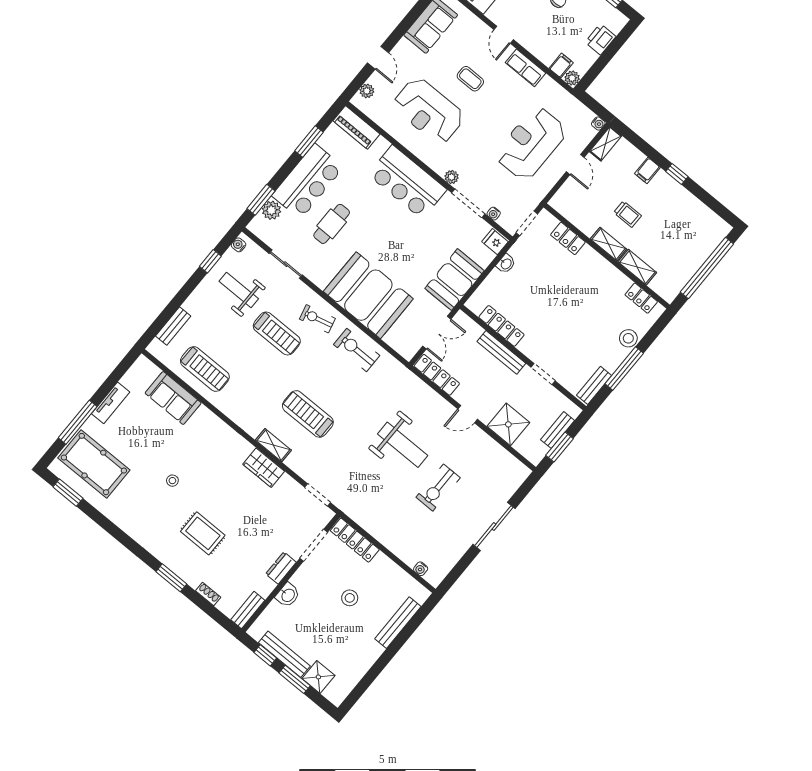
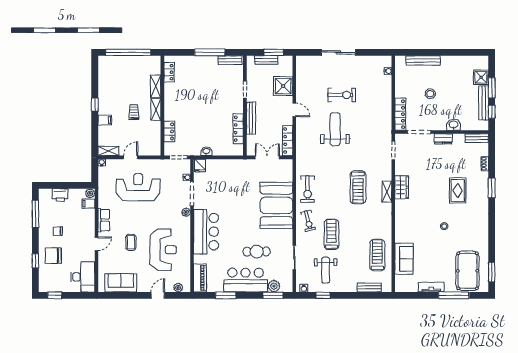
reception desk: (531, 143) -> (138, 187), turned 180
booth: (455, 280) -> (234, 170), removed
stool: (628, 338) -> (194, 62), removed

